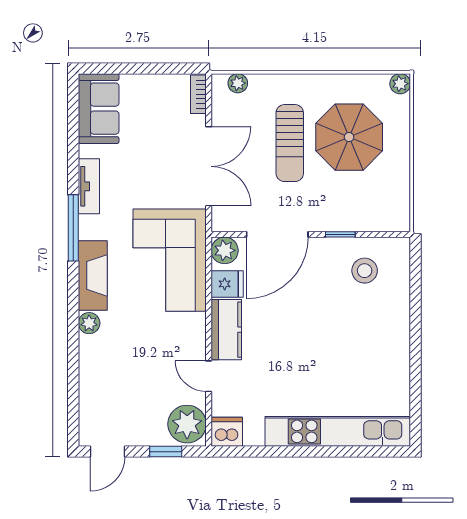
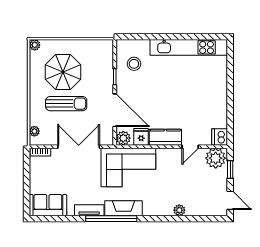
window: (73, 228) -> (111, 219), width x1.46
fireplace: (93, 275) -> (124, 208), moved
plant: (89, 323) -> (179, 210), moved
kitchen unit: (338, 431) -> (189, 47), moved, turned -90

